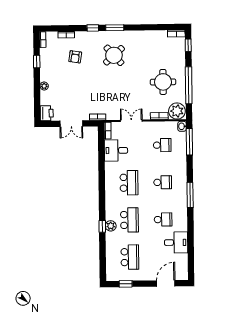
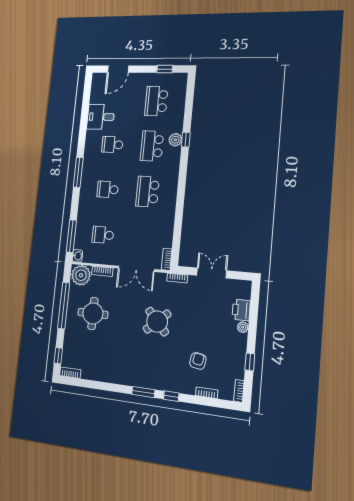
round table: (114, 55) -> (157, 322), moved
printer: (47, 113) -> (241, 310), moved
double door: (131, 121) -> (136, 269), width x1.37
desk: (116, 150) -> (159, 233), removed

